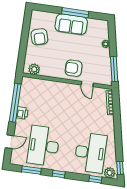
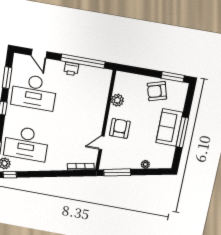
window: (27, 24) -> (173, 77), added
plant: (34, 69) -> (117, 100), moved
desk: (44, 146) -> (34, 92), turned 180

